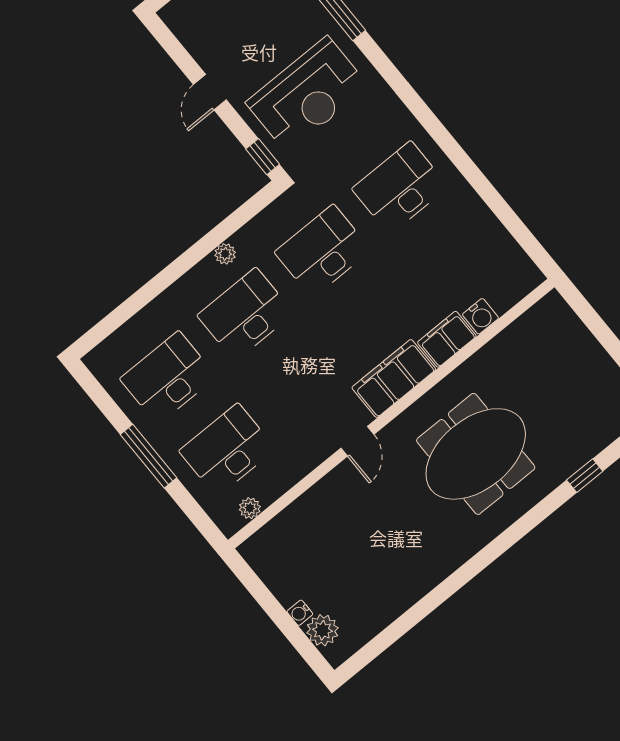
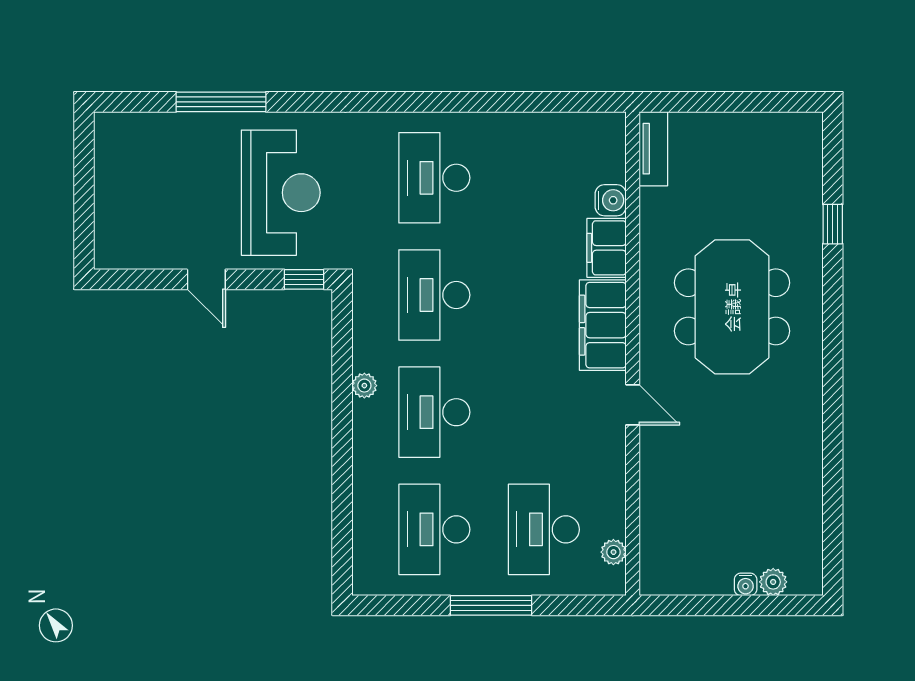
tv unit: (538, 317) -> (653, 149), added
plant: (322, 630) -> (773, 582), width x0.73, depth x0.73

